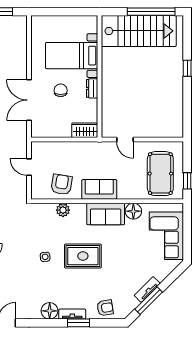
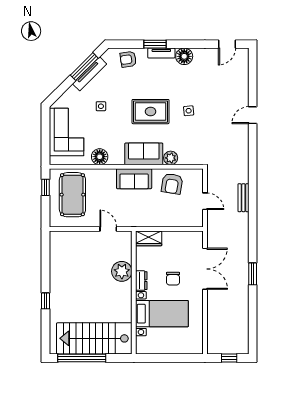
plant: (111, 98) -> (122, 271), added
sofa: (106, 214) -> (144, 154), moved
side table: (132, 261) -> (101, 106), added
tv unit: (147, 289) -> (90, 74), width x1.41

